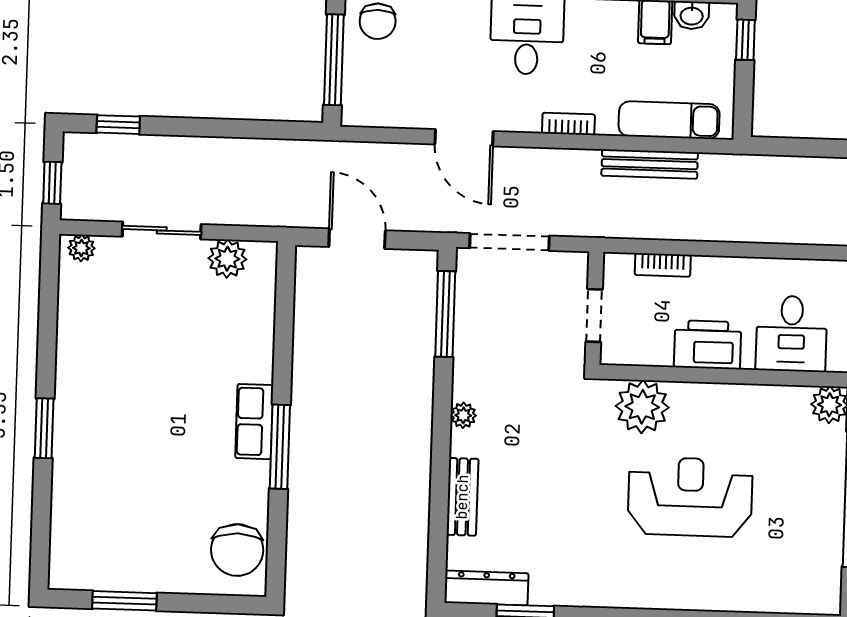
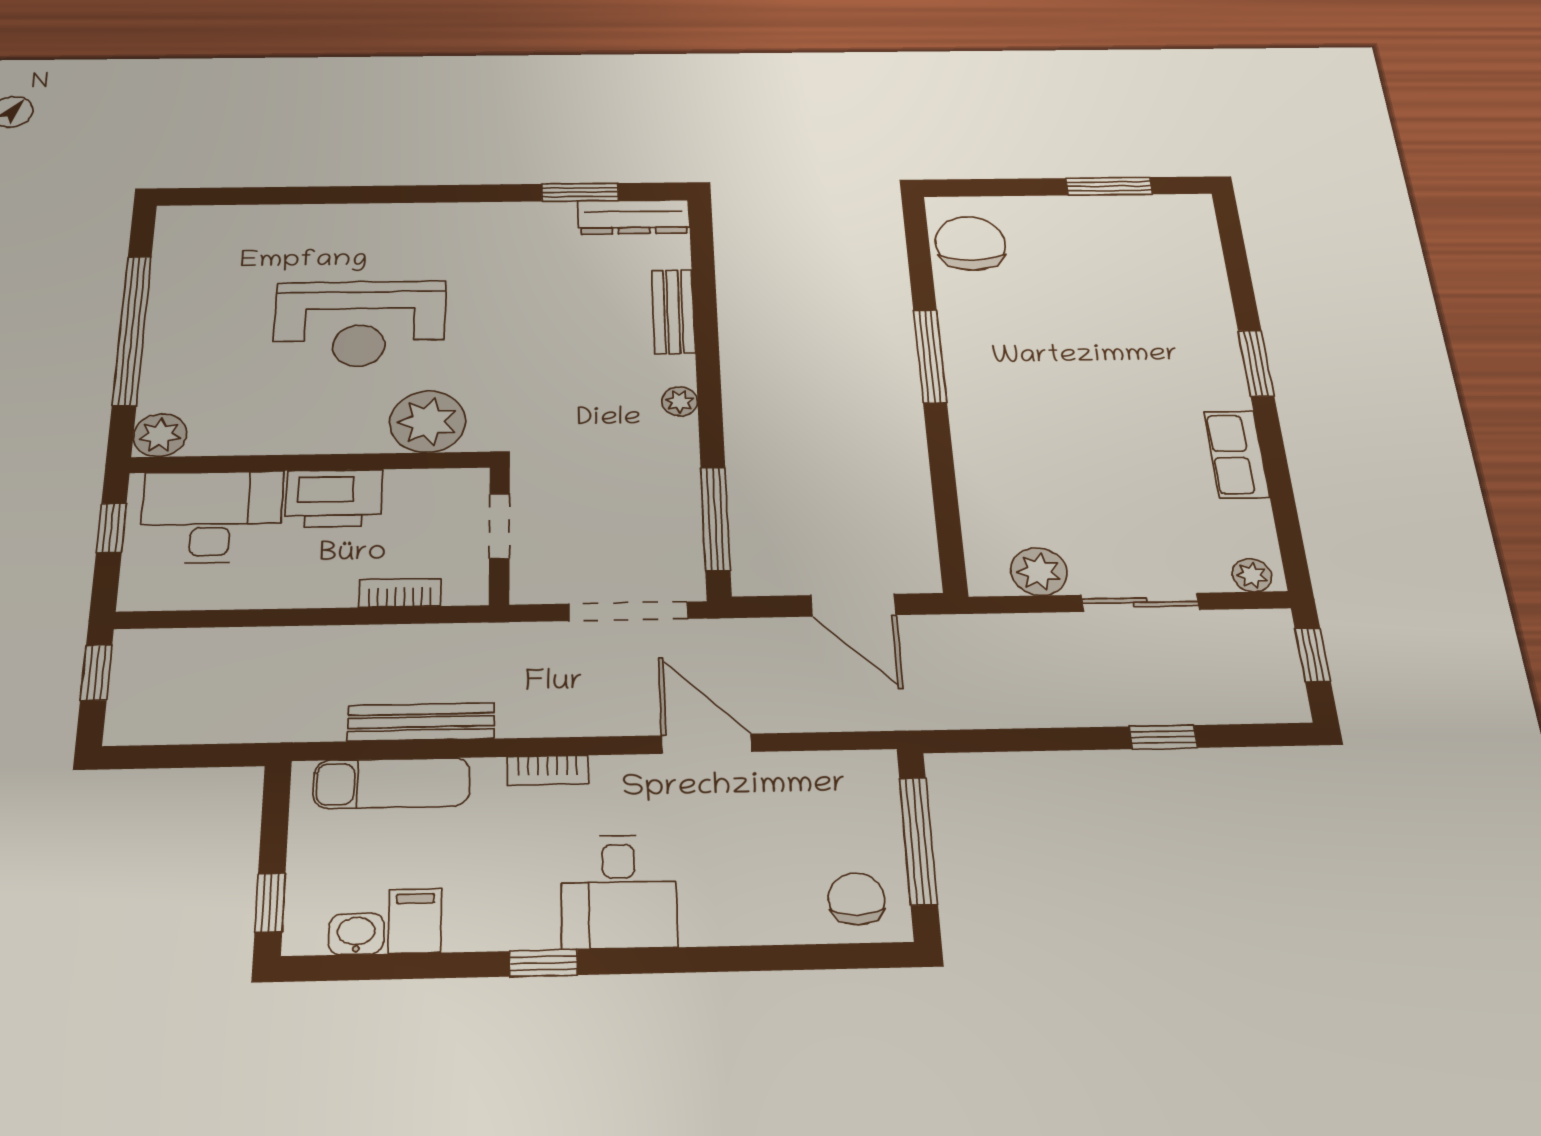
window: (118, 125) -> (1163, 737), moved
desk: (791, 334) -> (211, 517), width x1.37
row of seats: (254, 422) -> (1237, 454), moved, turned 180

